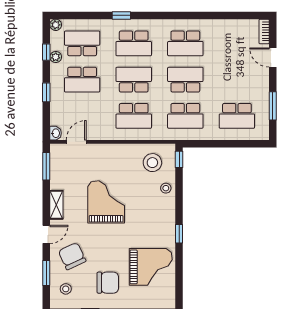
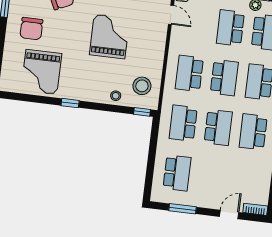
school desk: (237, 116) -> (177, 173), turned 180
grand piano: (106, 202) -> (110, 37), turned -90

